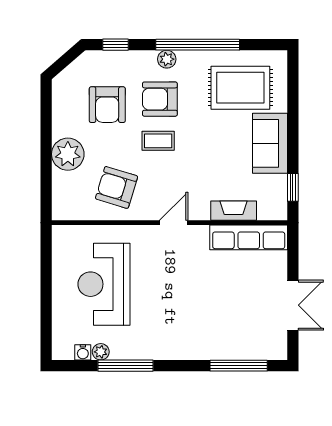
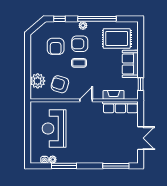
plant: (68, 154) -> (38, 81), moved

